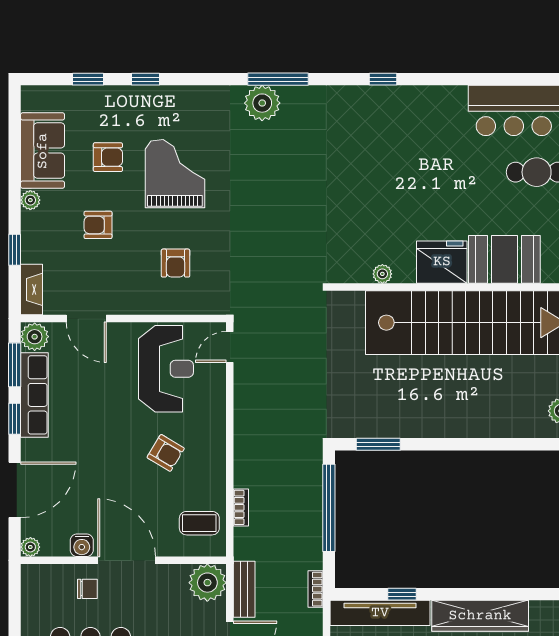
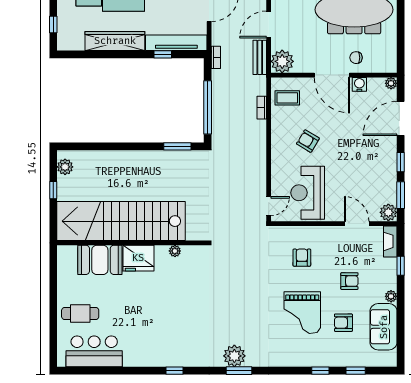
window: (278, 79) -> (239, 371), width x0.69
plant: (262, 103) -> (234, 356), moved
row of seats: (34, 395) -> (389, 177), removed

